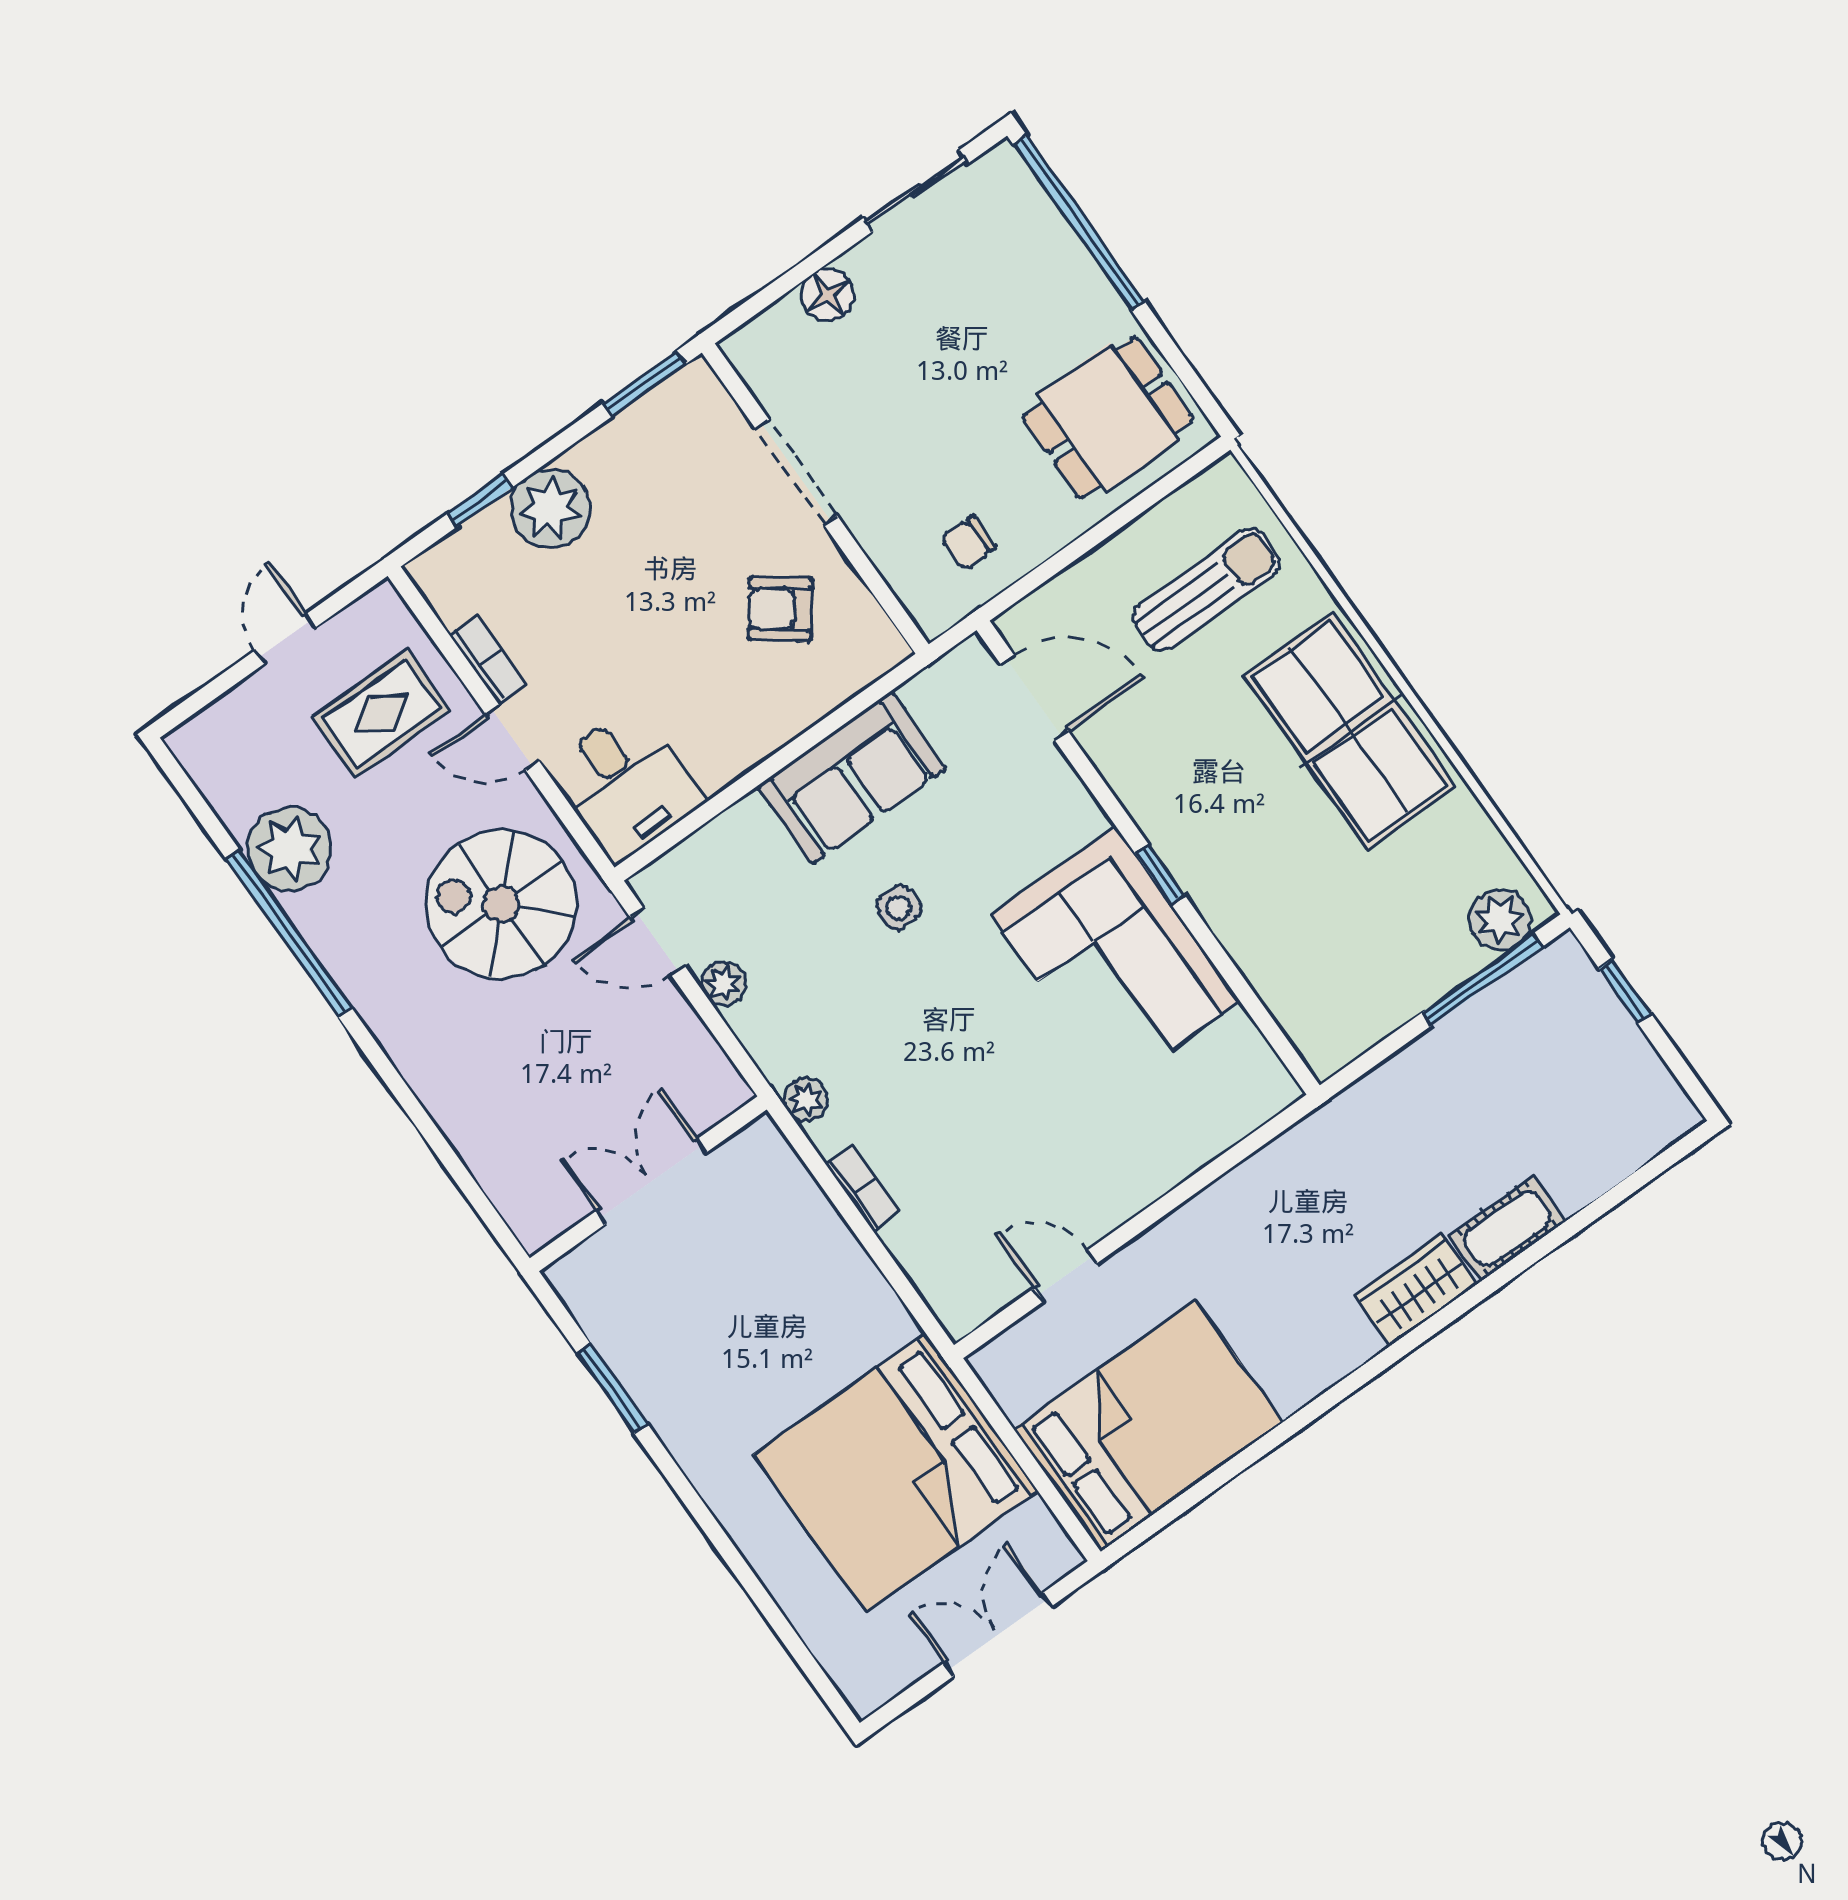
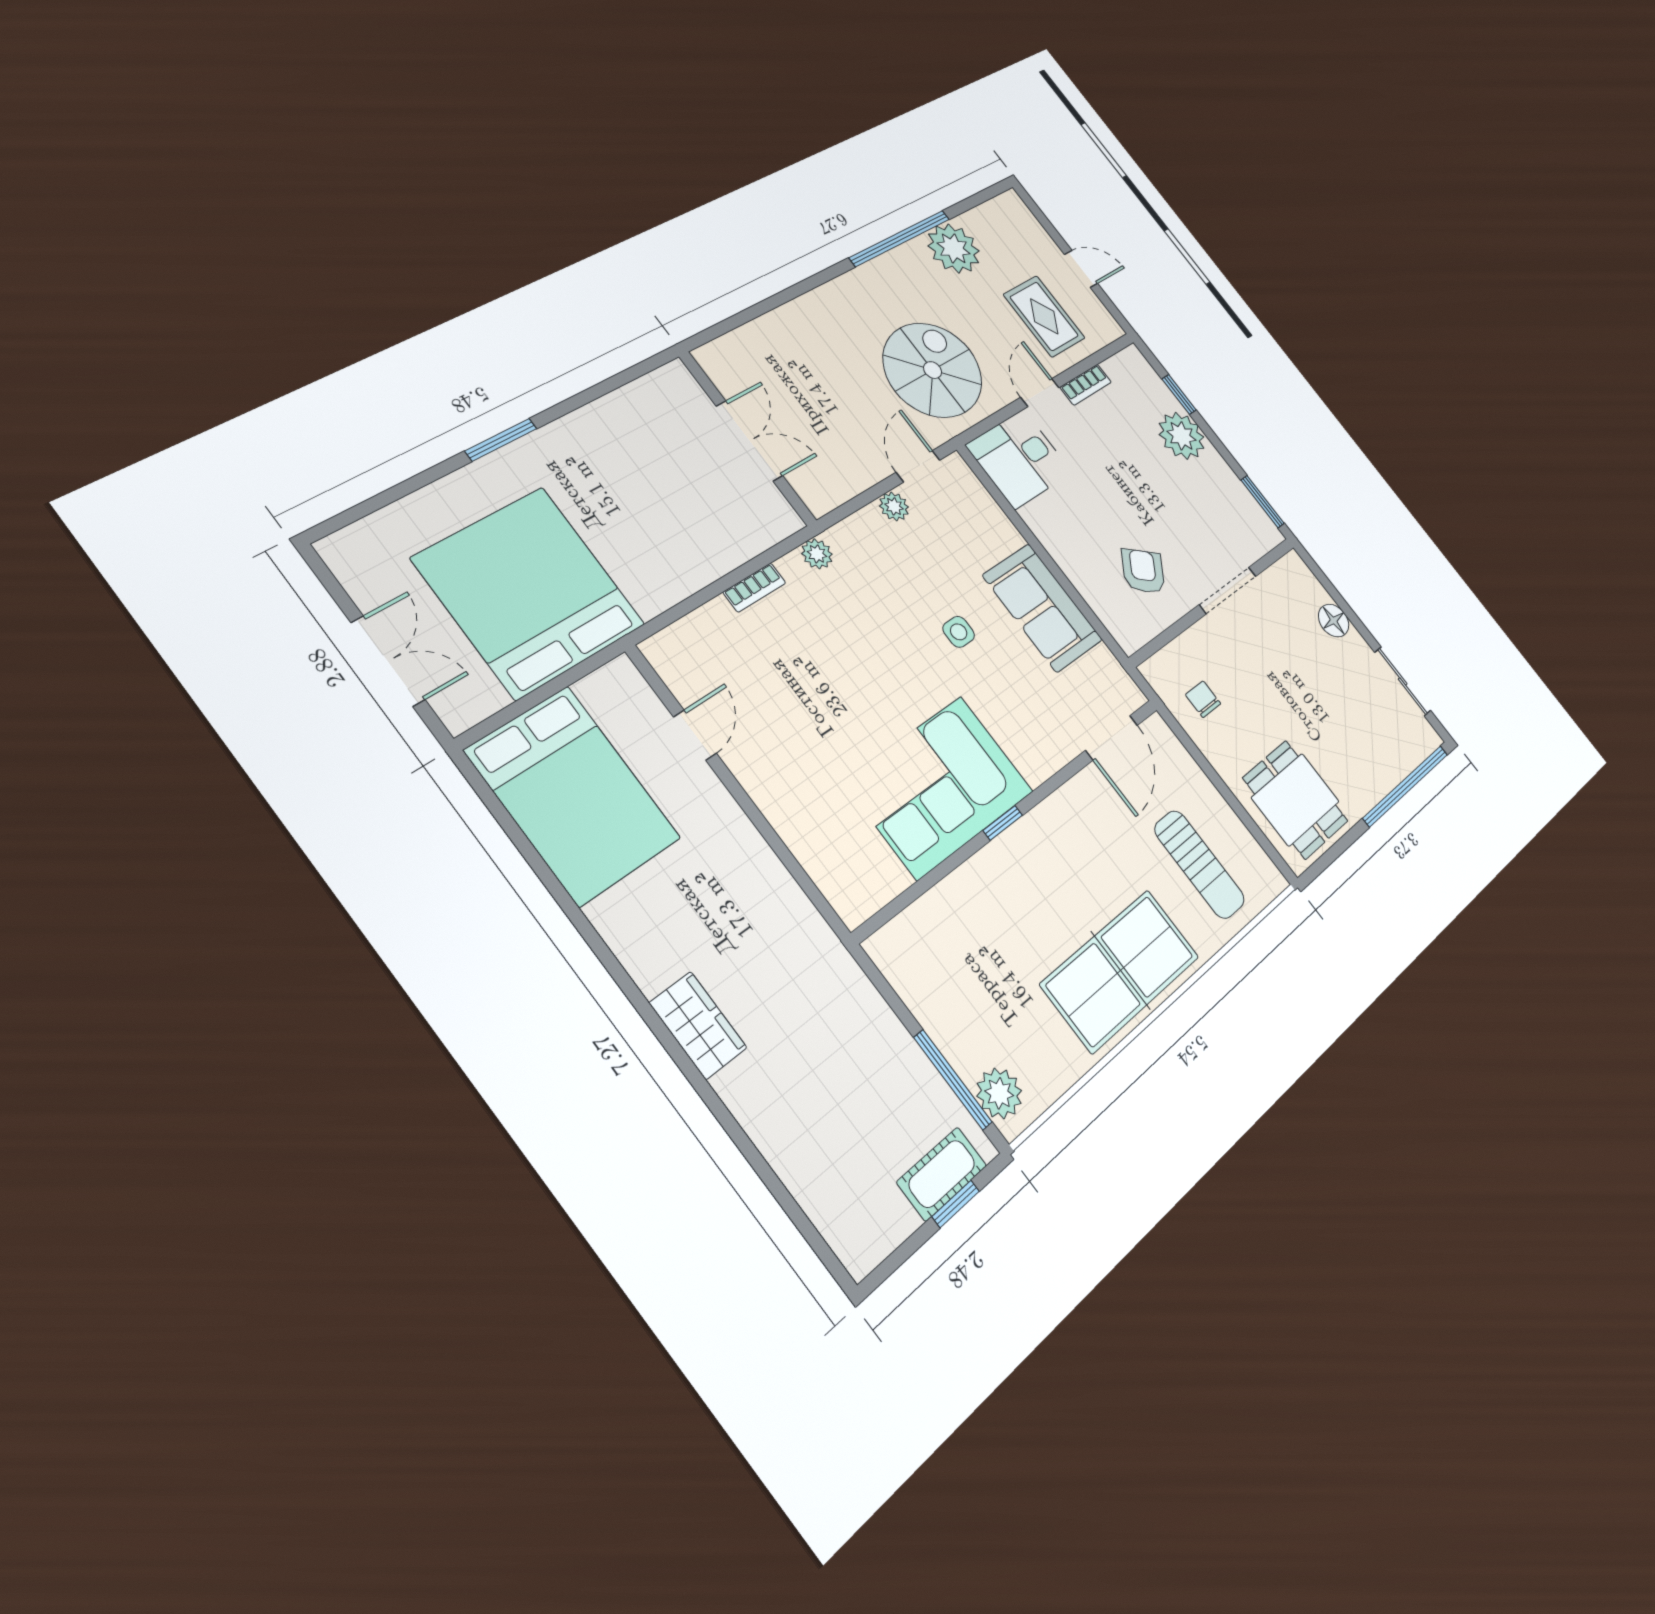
cot: (1507, 1228) -> (942, 1174), moved, turned 90
window: (613, 1389) -> (501, 440), moved

